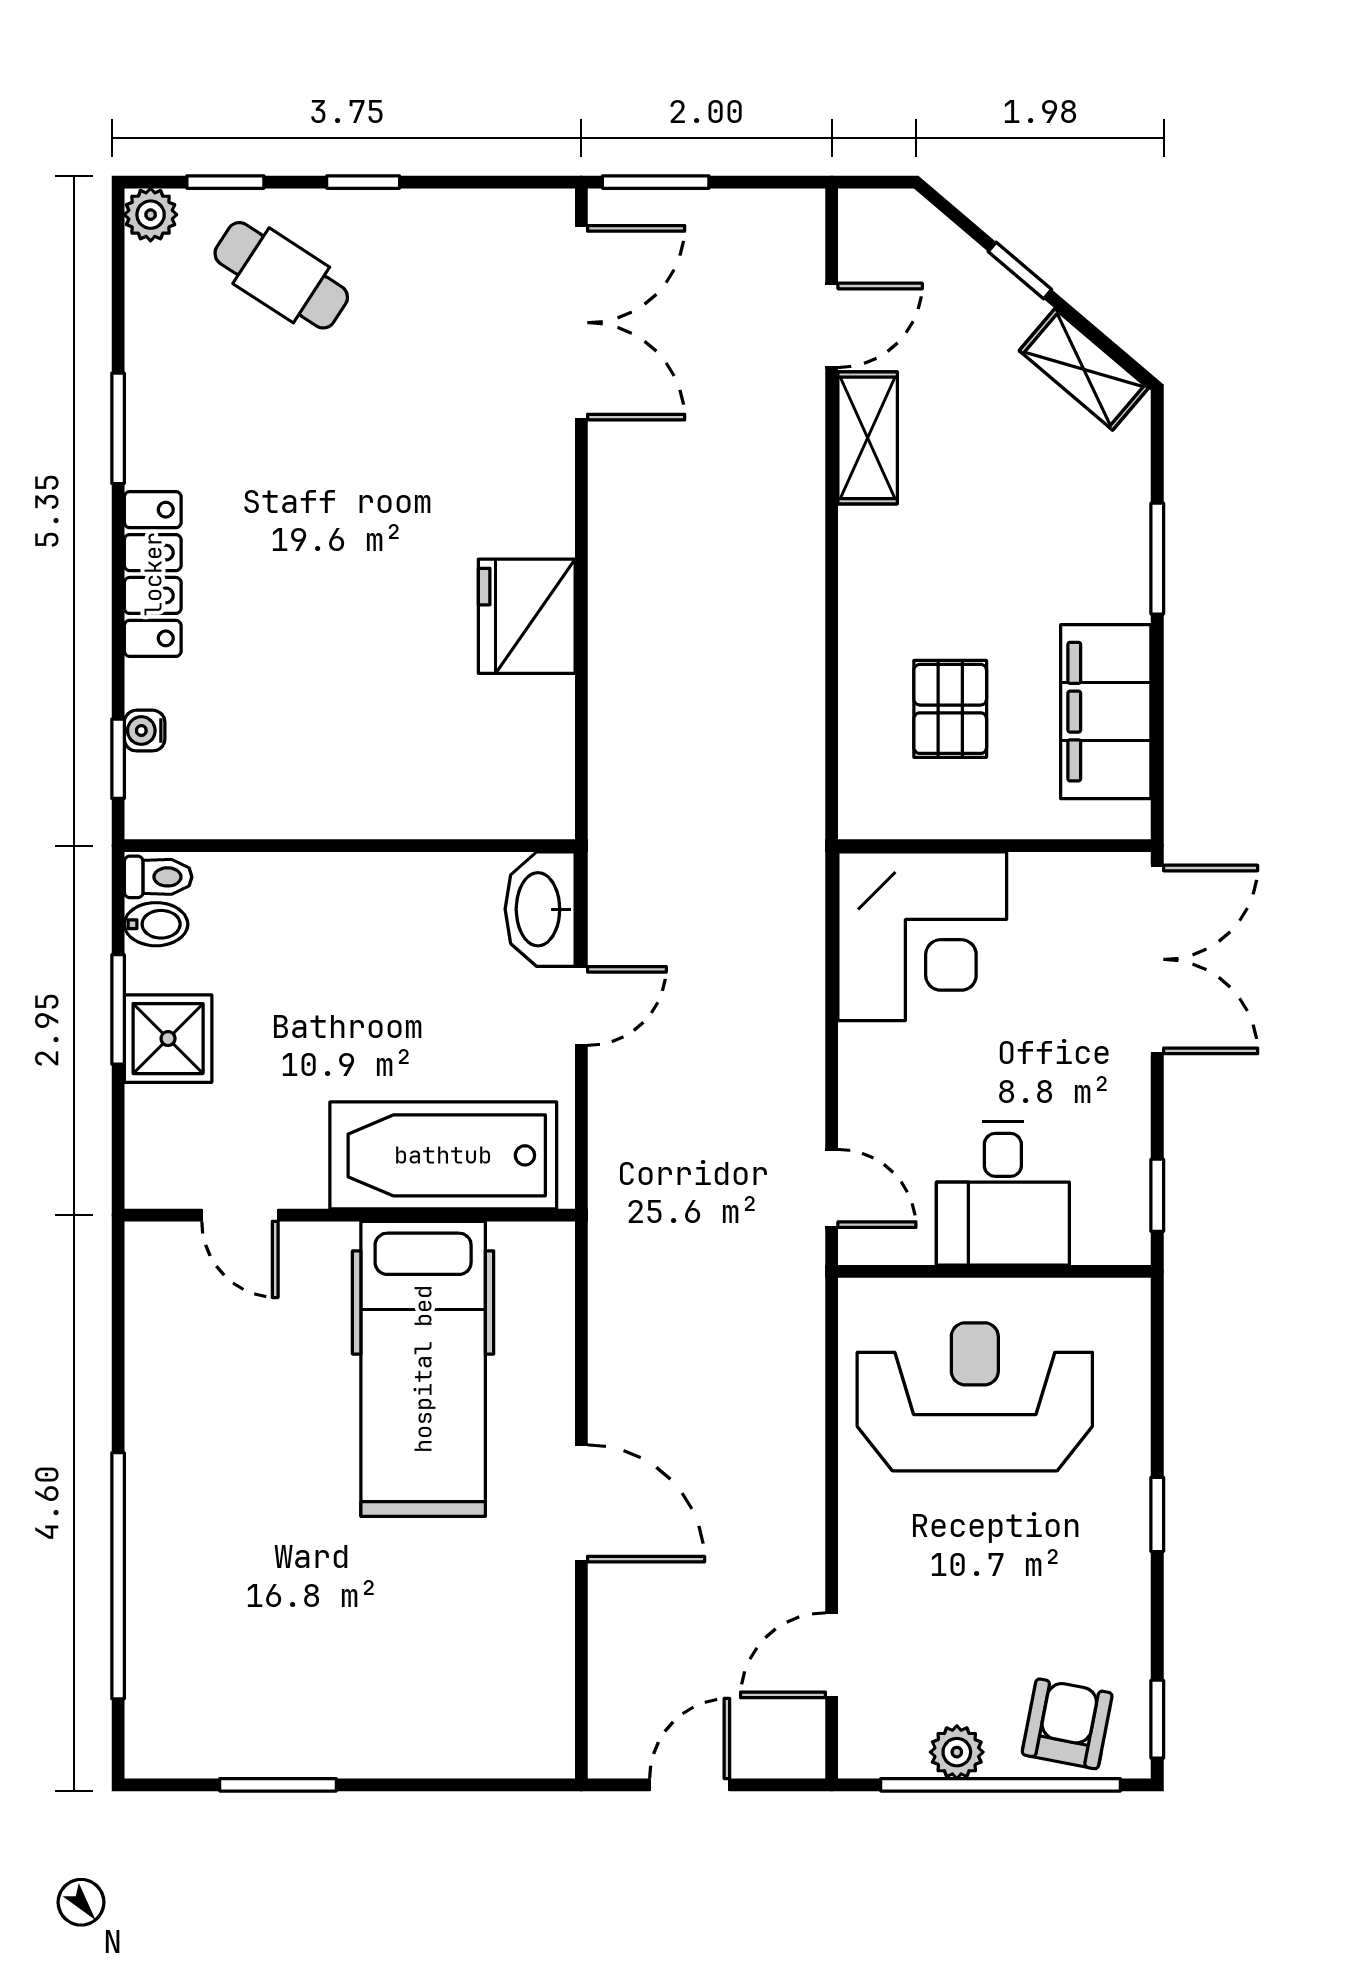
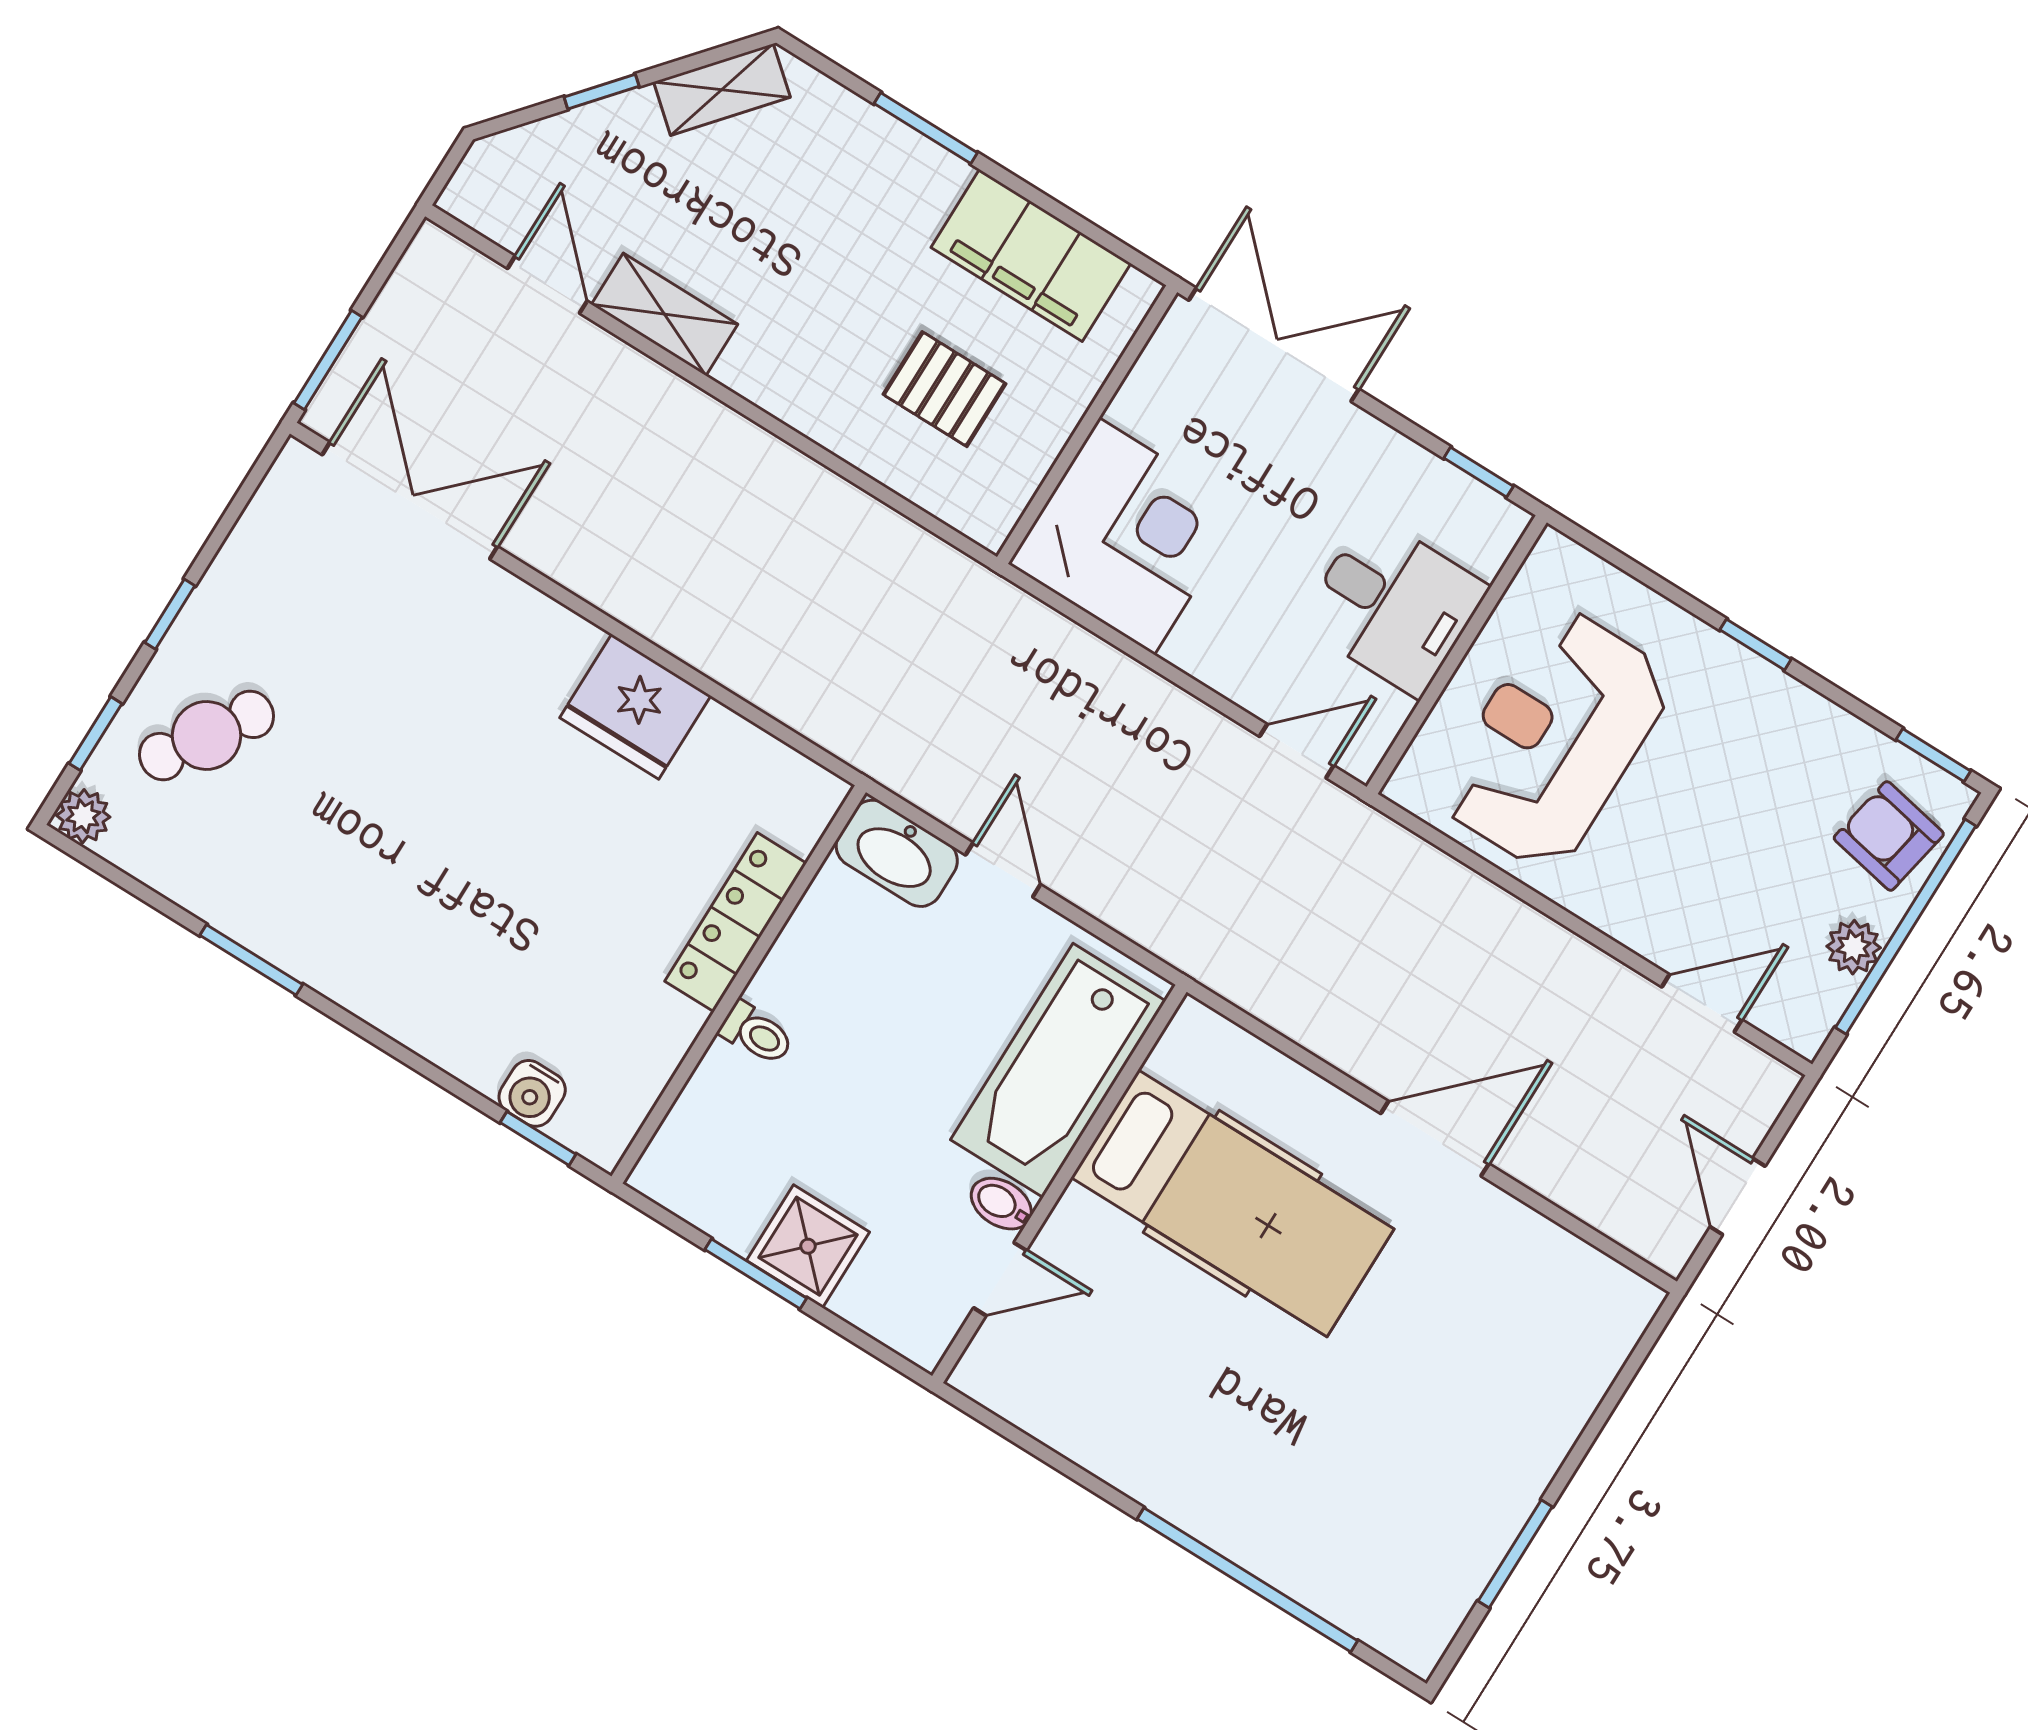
locker: (153, 574) -> (736, 922), moved, turned -90
water cooler: (145, 731) -> (532, 1093), width x1.38, depth x1.38
toilet: (158, 877) -> (756, 1033), moved, turned 90
bidet: (156, 924) -> (1001, 1204), moved, turned -90
door: (832, 1655) -> (1702, 1003), swing flipped

